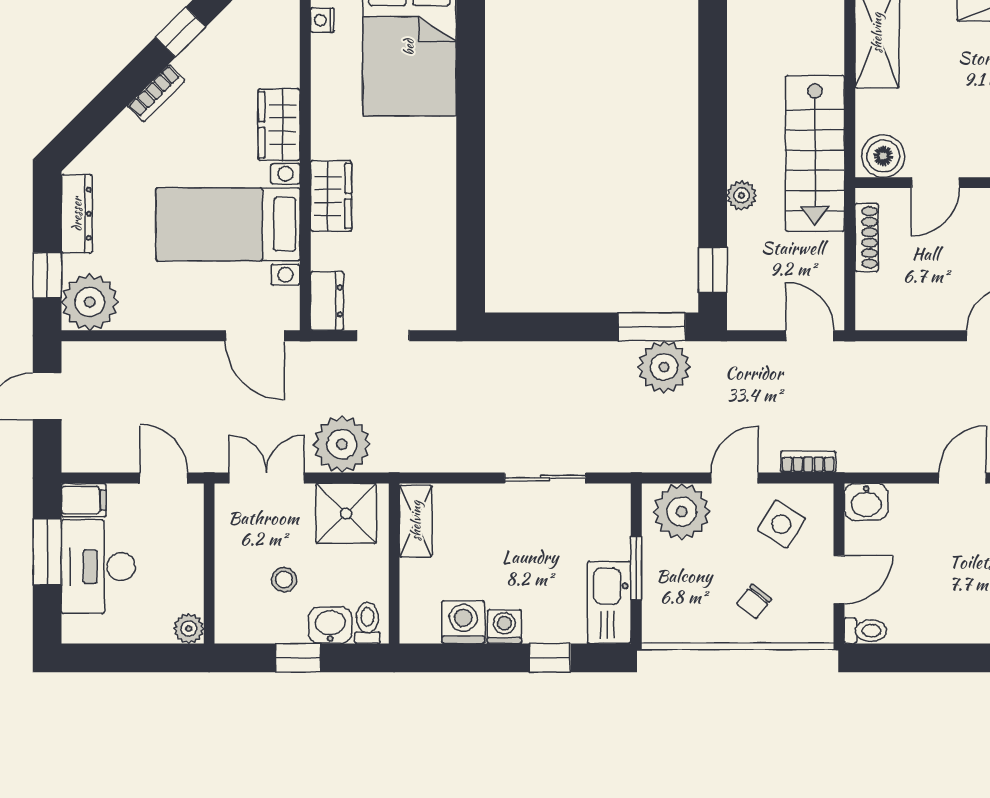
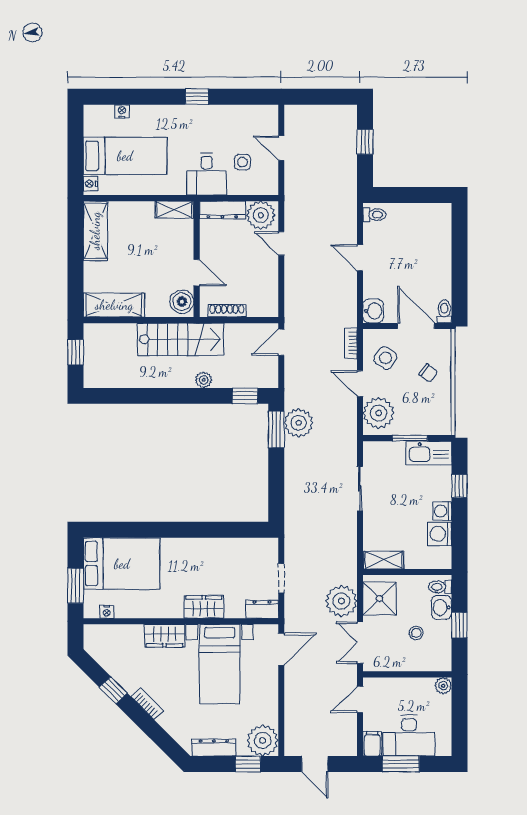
door: (839, 580) -> (416, 326), width x1.38

